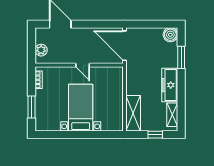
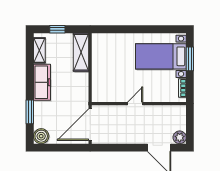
door: (125, 46) -> (90, 125), swing flipped
plant: (41, 50) -> (180, 137), moved
door: (83, 65) -> (135, 104), hinge flipped
bed with nightstands: (81, 108) -> (161, 56), moved, turned 90

